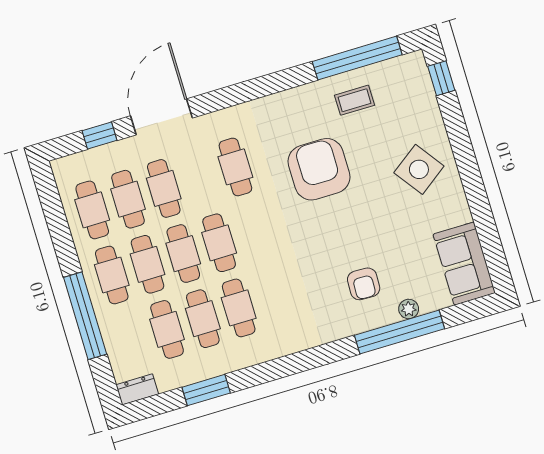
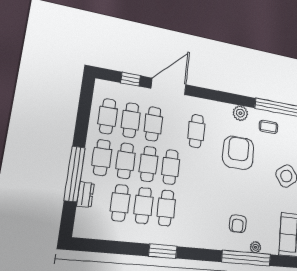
plant: (296, 101) -> (240, 113), added
dresser: (137, 389) -> (85, 195), moved, turned 90
window: (206, 390) -> (163, 251), moved

